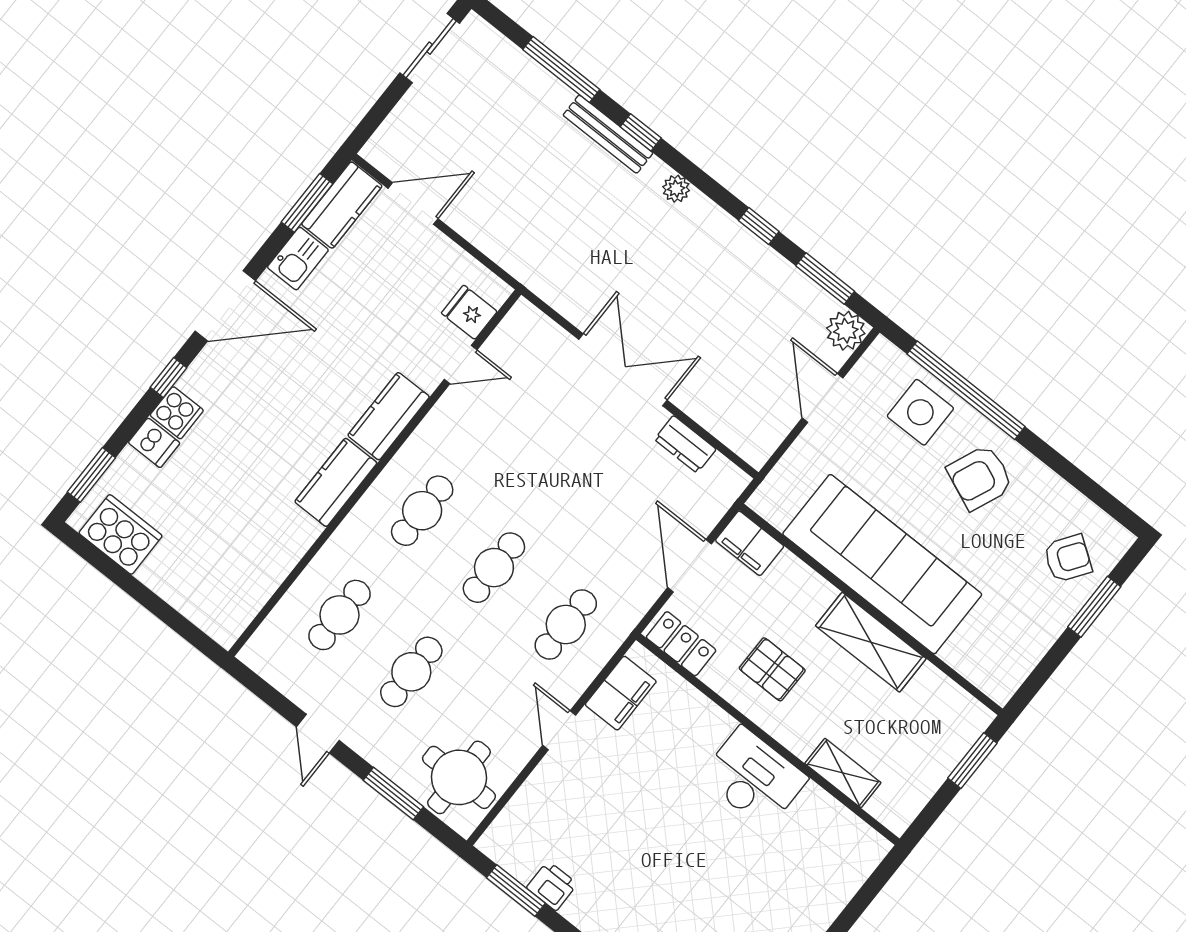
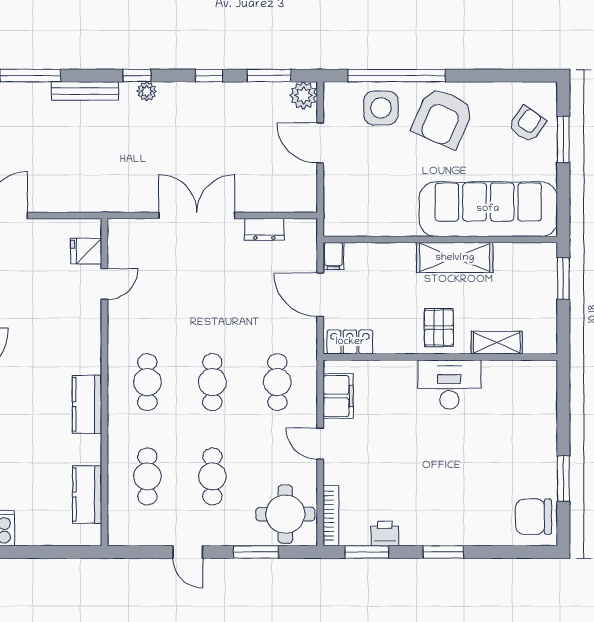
window: (641, 132) -> (137, 76), moved
kitchen counter: (389, 416) -> (87, 495), moved
armchair: (980, 477) -> (443, 118), width x1.36, depth x1.36
filing cabinet: (750, 543) -> (333, 256), width x0.50
sofa: (882, 564) -> (488, 209), moved
pallet: (772, 669) -> (439, 328), moved, turned 90
bookcase: (508, 819) -> (331, 516), added

